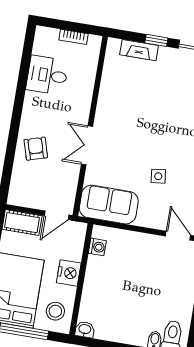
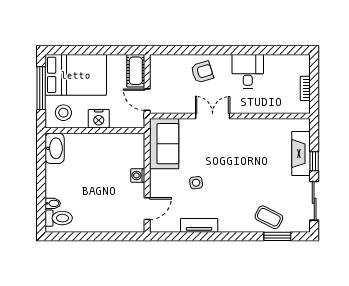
fireplace: (139, 50) -> (301, 154), width x1.37, depth x1.32
desk: (47, 75) -> (248, 71), moved
washing machine: (97, 247) -> (138, 175), moved, turned 90
washbasin: (85, 330) -> (55, 148), width x1.91, depth x1.45

